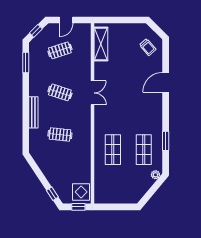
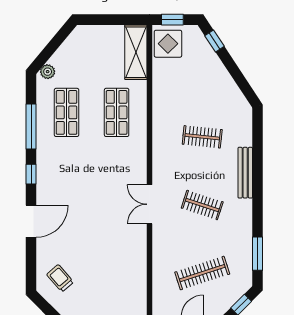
shelving: (101, 44) -> (136, 52), moved
clothes rail: (60, 50) -> (202, 273), width x1.36
window: (166, 111) -> (31, 174), added
window: (166, 141) -> (31, 127), width x1.44

